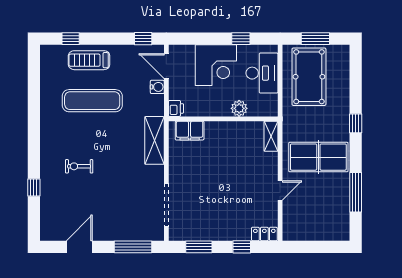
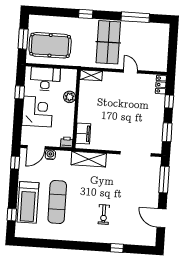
treadmill: (89, 60) -> (28, 202), width x1.37, depth x1.38

